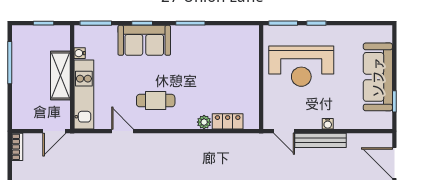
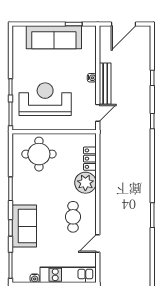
round table: (233, 58) -> (39, 154), added
reception desk: (301, 66) -> (45, 99), turned -90
plant: (204, 122) -> (85, 183), width x1.87, depth x1.87

